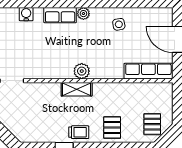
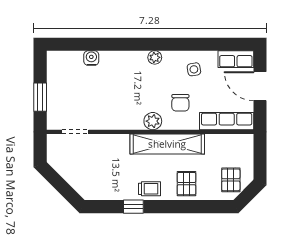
row of seats: (60, 15) -> (236, 59), moved
chair: (107, 55) -> (180, 103), added
shelving: (77, 89) -> (167, 144), width x2.20, depth x1.33

